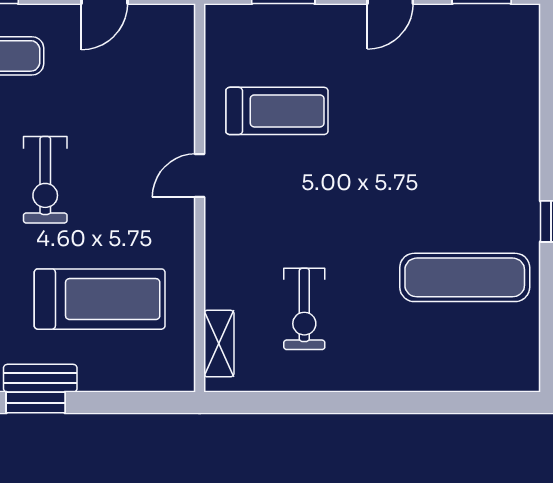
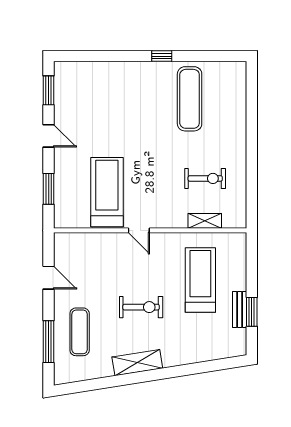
treadmill: (277, 111) -> (107, 192), width x1.37, depth x1.38
shelving: (219, 344) -> (205, 221), moved

